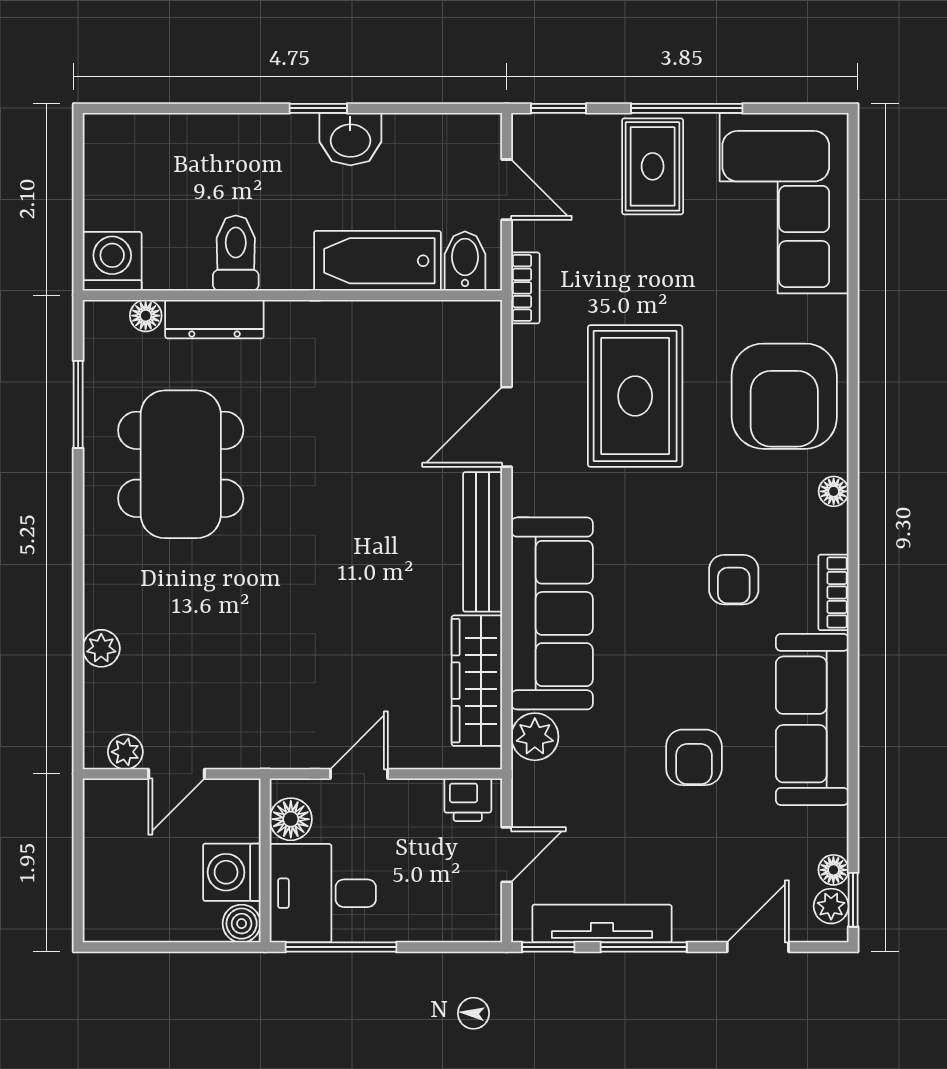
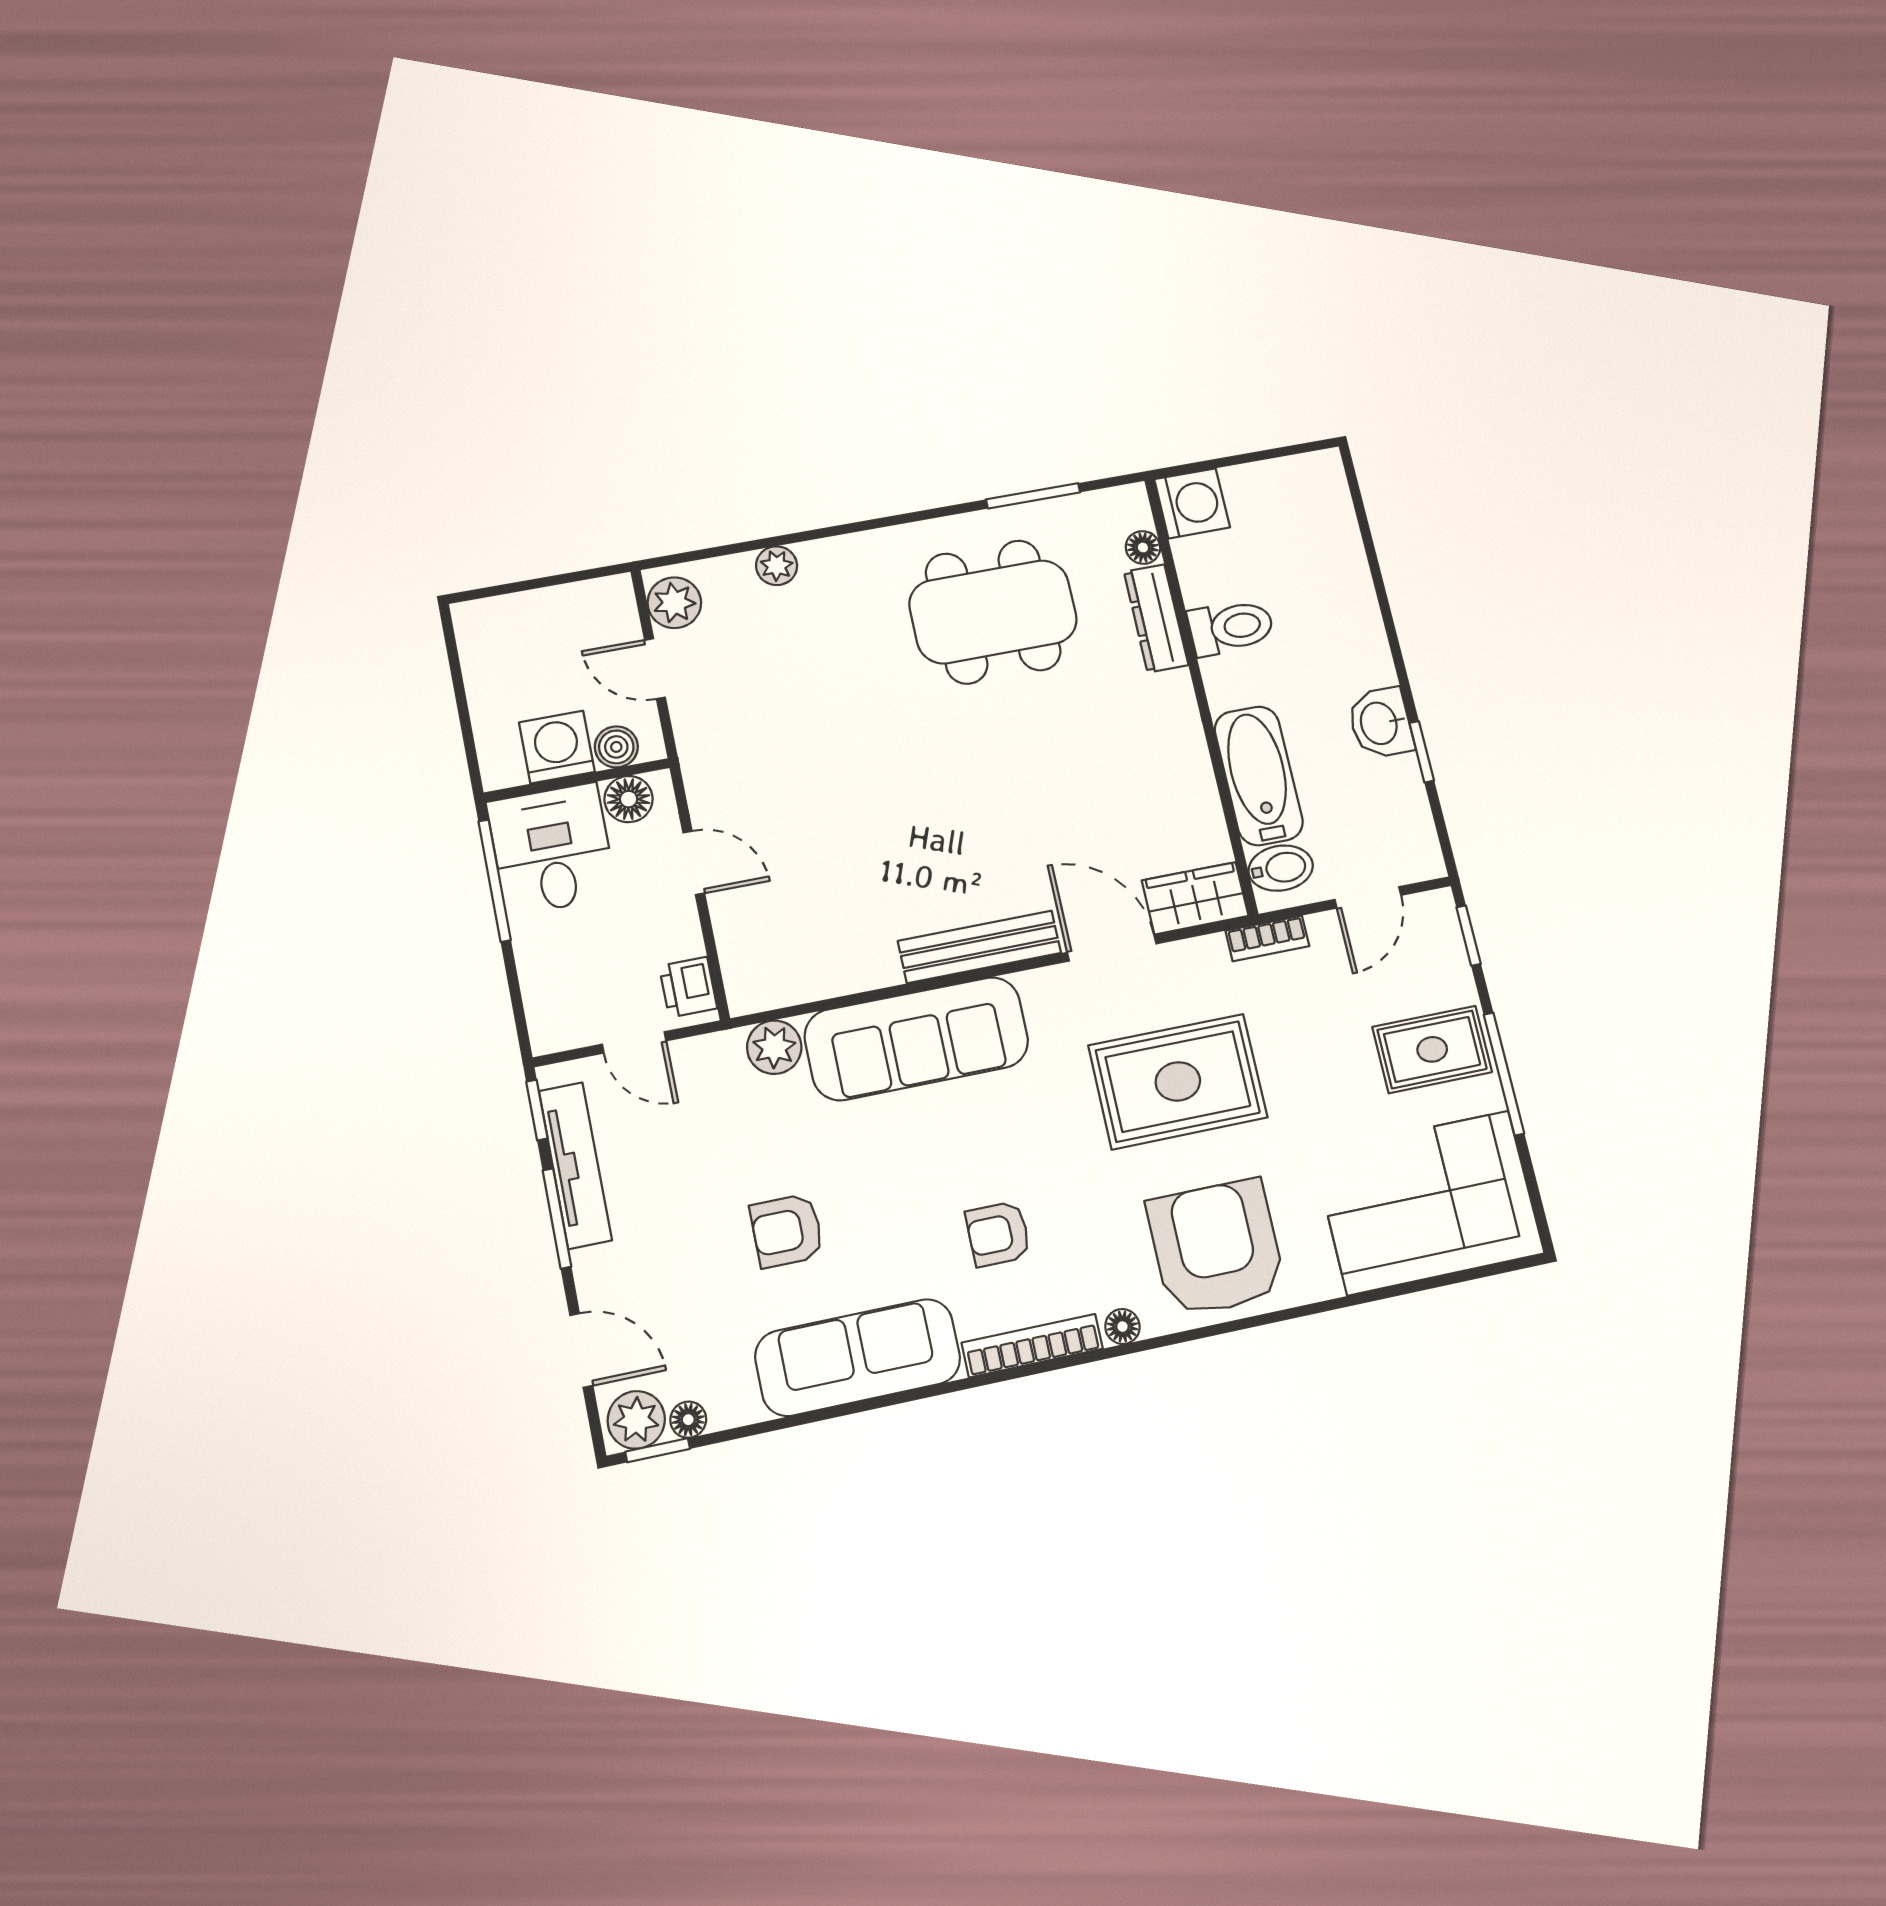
window: (318, 108) -> (1422, 752), moved
armchair: (784, 396) -> (1216, 1248), turned 90
bookcase: (833, 592) -> (1032, 1346), width x1.56
wardrobe: (477, 681) -> (1195, 898), moved, width x0.67
plant: (125, 752) -> (674, 603), width x1.38, depth x1.38
plant: (831, 906) -> (636, 1420), width x1.38, depth x1.38
boiler: (242, 924) -> (616, 747), moved

